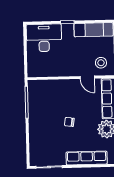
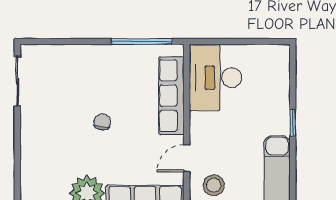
desk: (44, 38) -> (216, 78), moved, turned 180
row of seats: (87, 158) -> (171, 96), moved, turned 180

